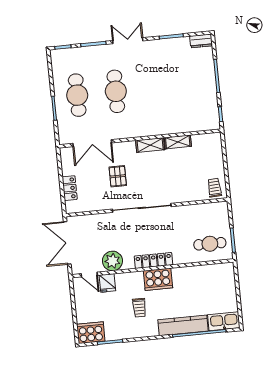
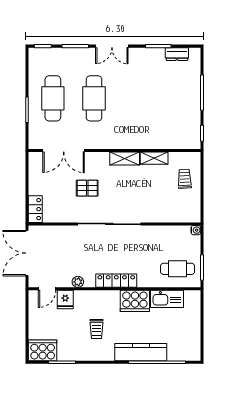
double door: (128, 41) -> (112, 46), swing flipped
dresser: (201, 41) -> (177, 54), moved
pallet: (118, 176) -> (87, 188), turned 90
locker: (70, 188) -> (35, 209), moved
trolley: (214, 188) -> (185, 179), moved
water cooler: (224, 206) -> (196, 230), added
plant: (112, 261) -> (78, 282), width x0.53, depth x0.53
door: (89, 274) -> (47, 289), hinge flipped
cooker: (158, 279) -> (135, 301), moved
kitchen sink: (224, 321) -> (167, 299), moved, turned 180

